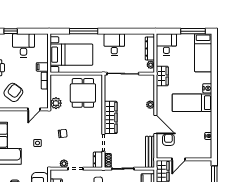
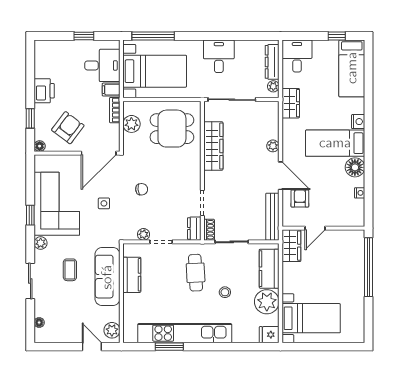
window: (11, 31) -> (84, 36), moved
window: (84, 31) -> (153, 36), moved
window: (193, 31) -> (337, 36), width x0.46
desk: (24, 45) -> (102, 65), moved, turned 90
dining table: (83, 93) -> (172, 129), turned 90
plant: (56, 103) -> (131, 124), moved
door: (34, 109) -> (99, 153), width x1.88
wardrobe: (111, 117) -> (213, 146), moved
floor lamp: (205, 119) -> (355, 167), added

